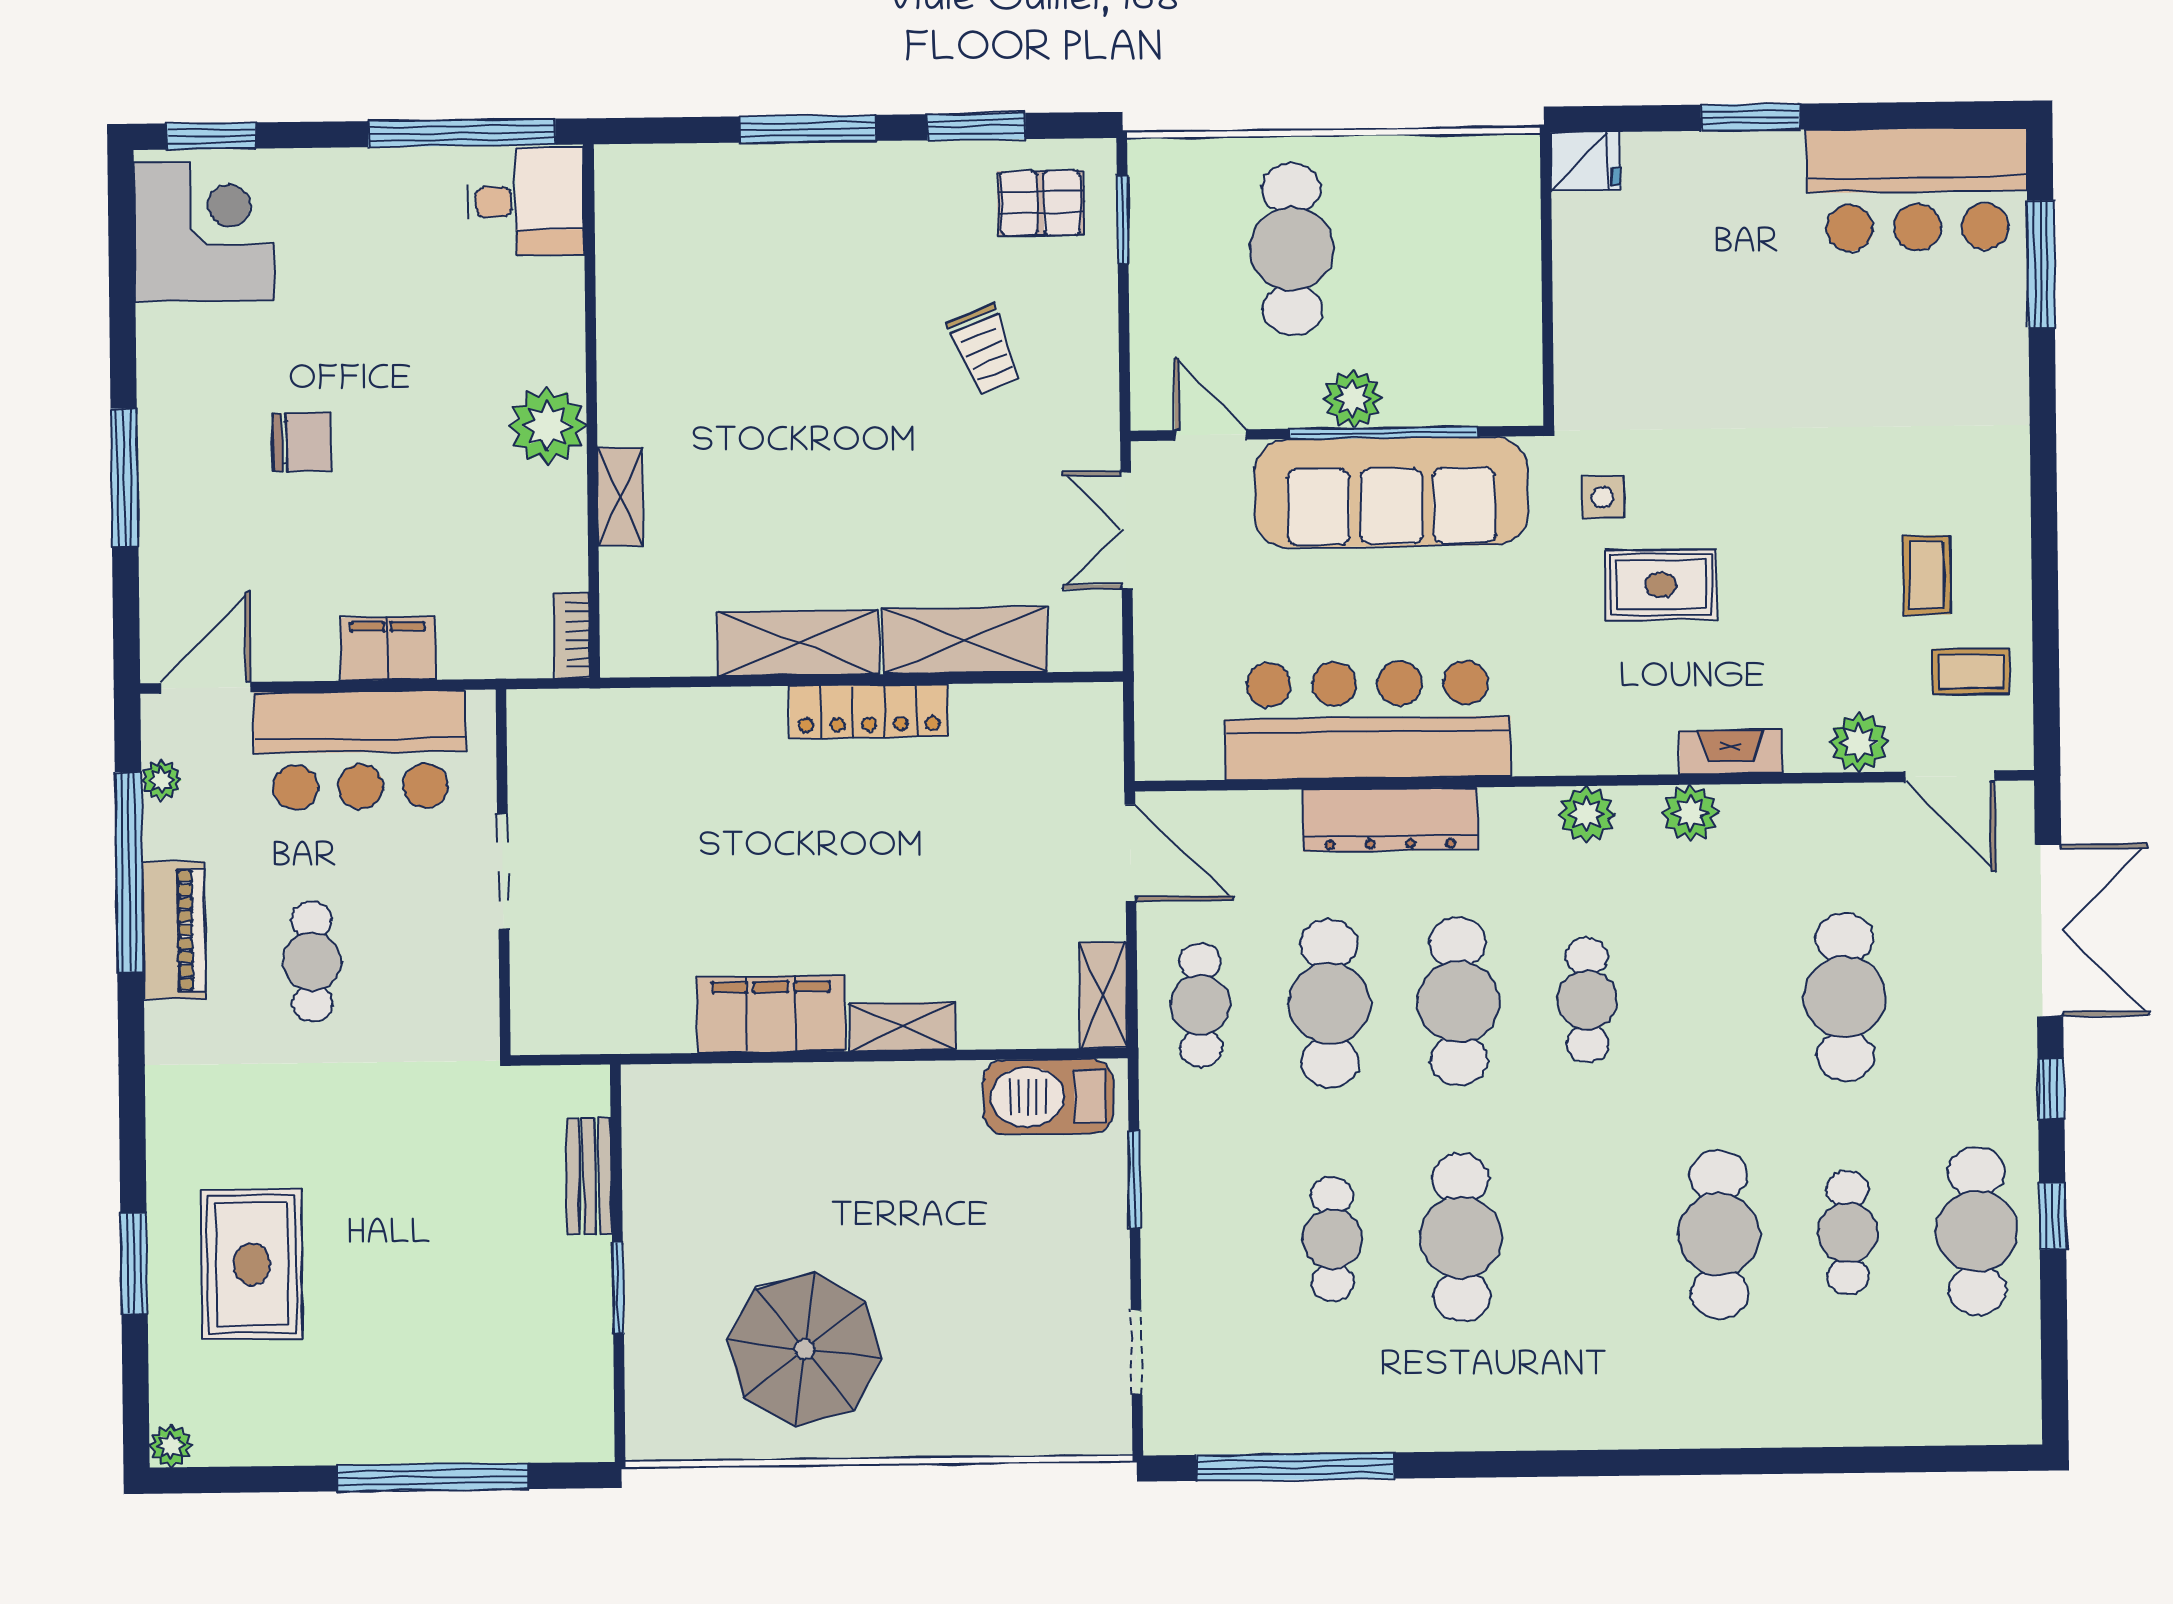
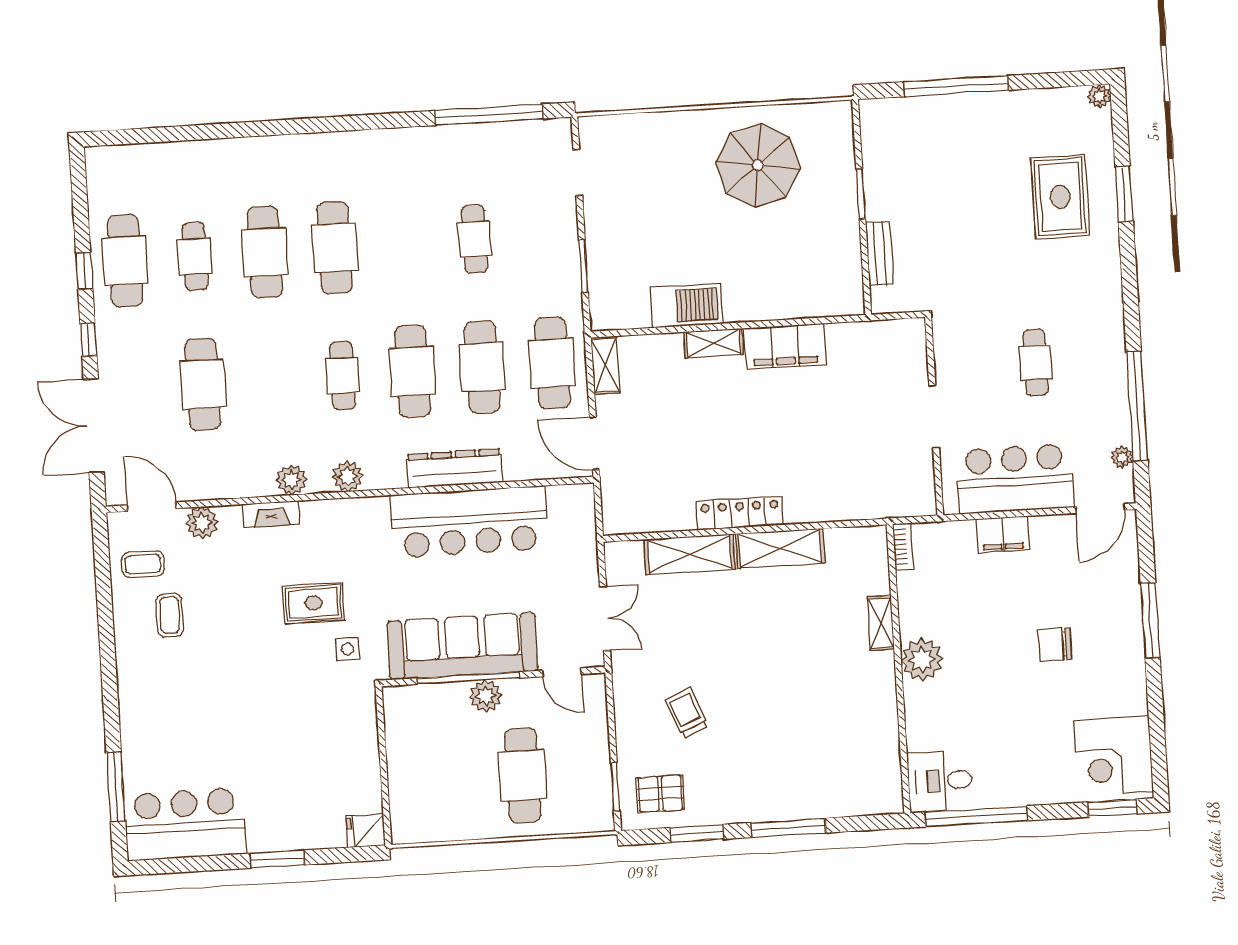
piano: (174, 930) -> (1111, 376), removed
cafe table: (1201, 1005) -> (552, 363), width x1.37, depth x1.35
barbecue: (1048, 1097) -> (687, 306), moved
cafe table: (1461, 1237) -> (335, 248), moved

